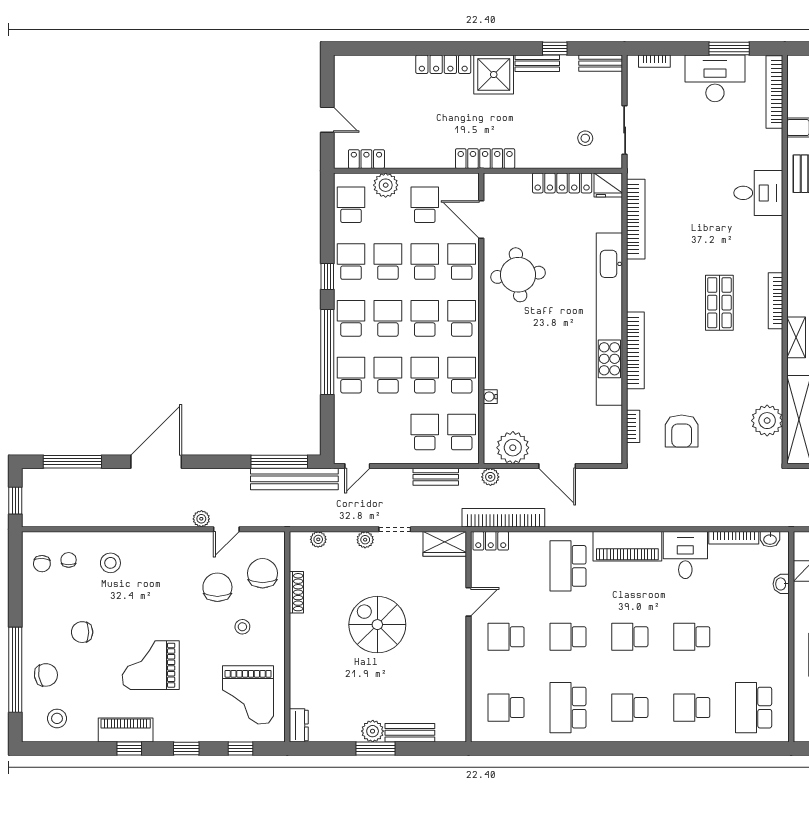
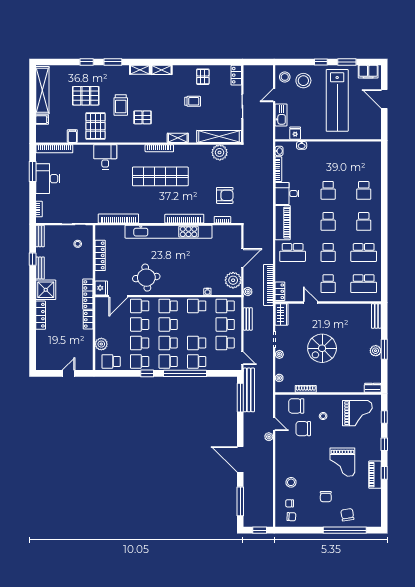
locker: (366, 159) -> (88, 320), moved
fridge: (608, 185) -> (101, 288), moved
school desk: (425, 205) -> (111, 324), removed
shop shelf: (719, 303) -> (160, 176), width x2.00, depth x1.36
school desk: (425, 375) -> (225, 343), moved
school desk: (506, 708) -> (364, 284), width x1.85
school desk: (754, 708) -> (364, 159), removed
stool: (57, 718) -> (369, 509), removed
bench: (410, 733) -> (376, 316), moved

